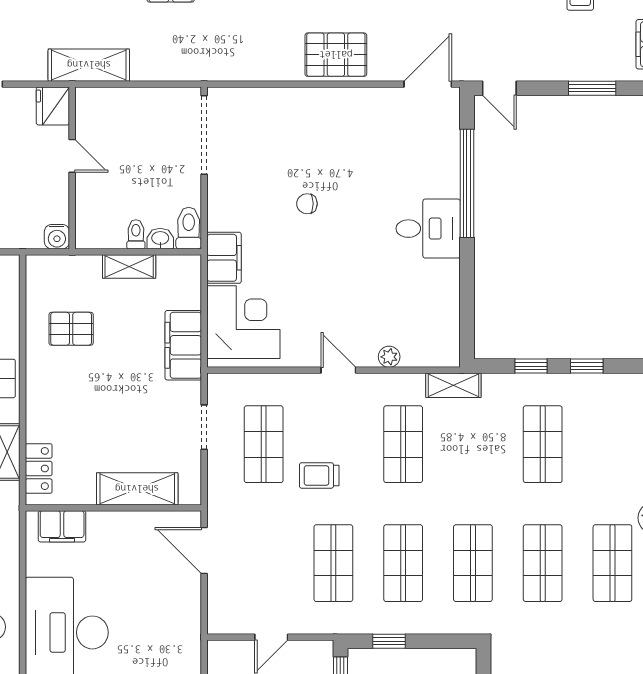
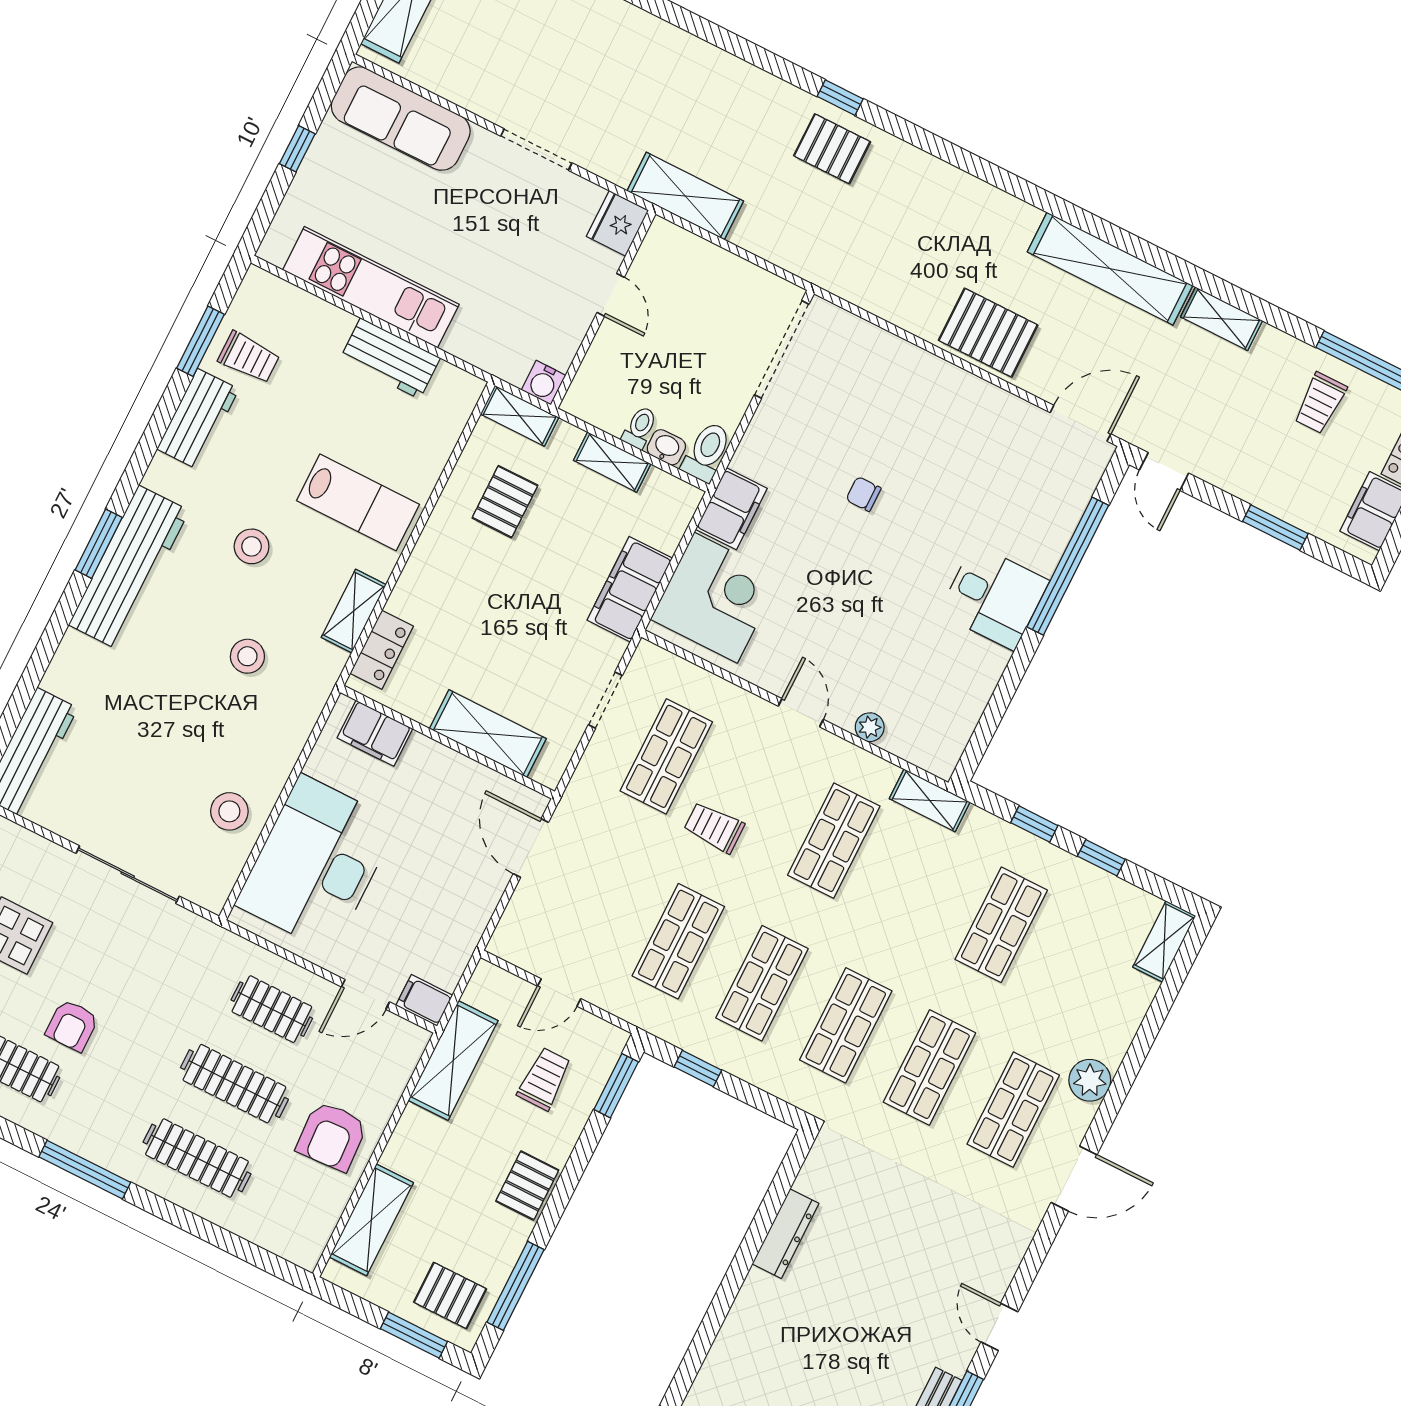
shelving: (52, 267) -> (520, 416), added
pallet: (71, 329) -> (505, 502), turned 90

